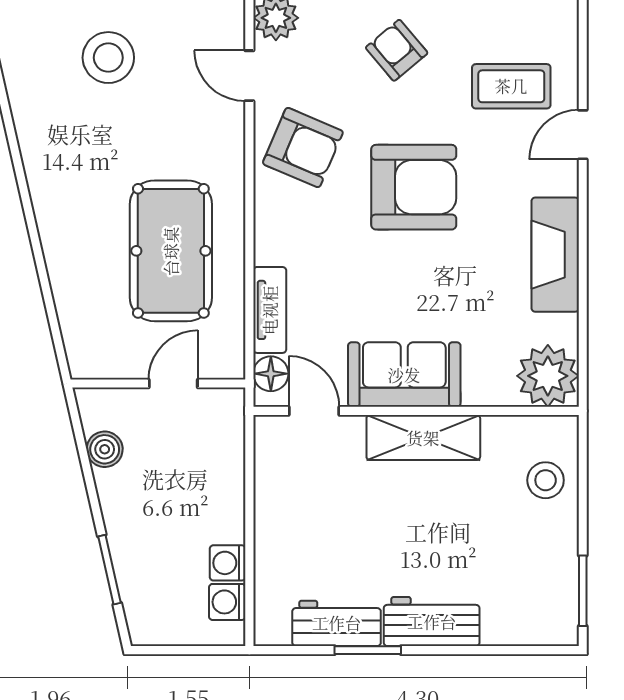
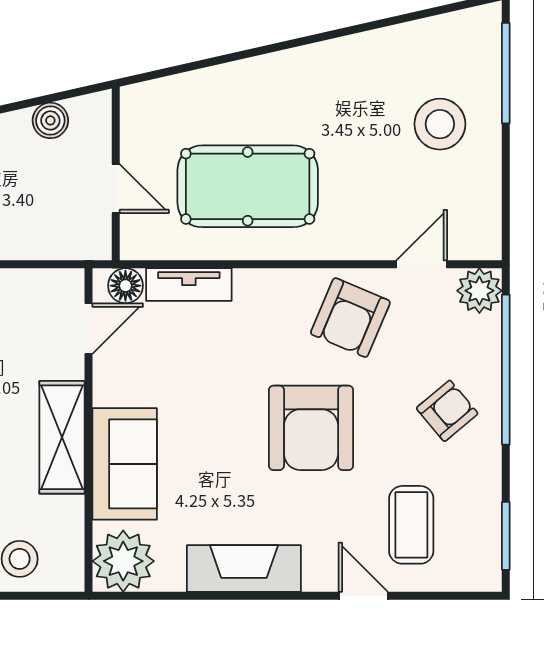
sofa: (404, 375) -> (125, 464), moved

